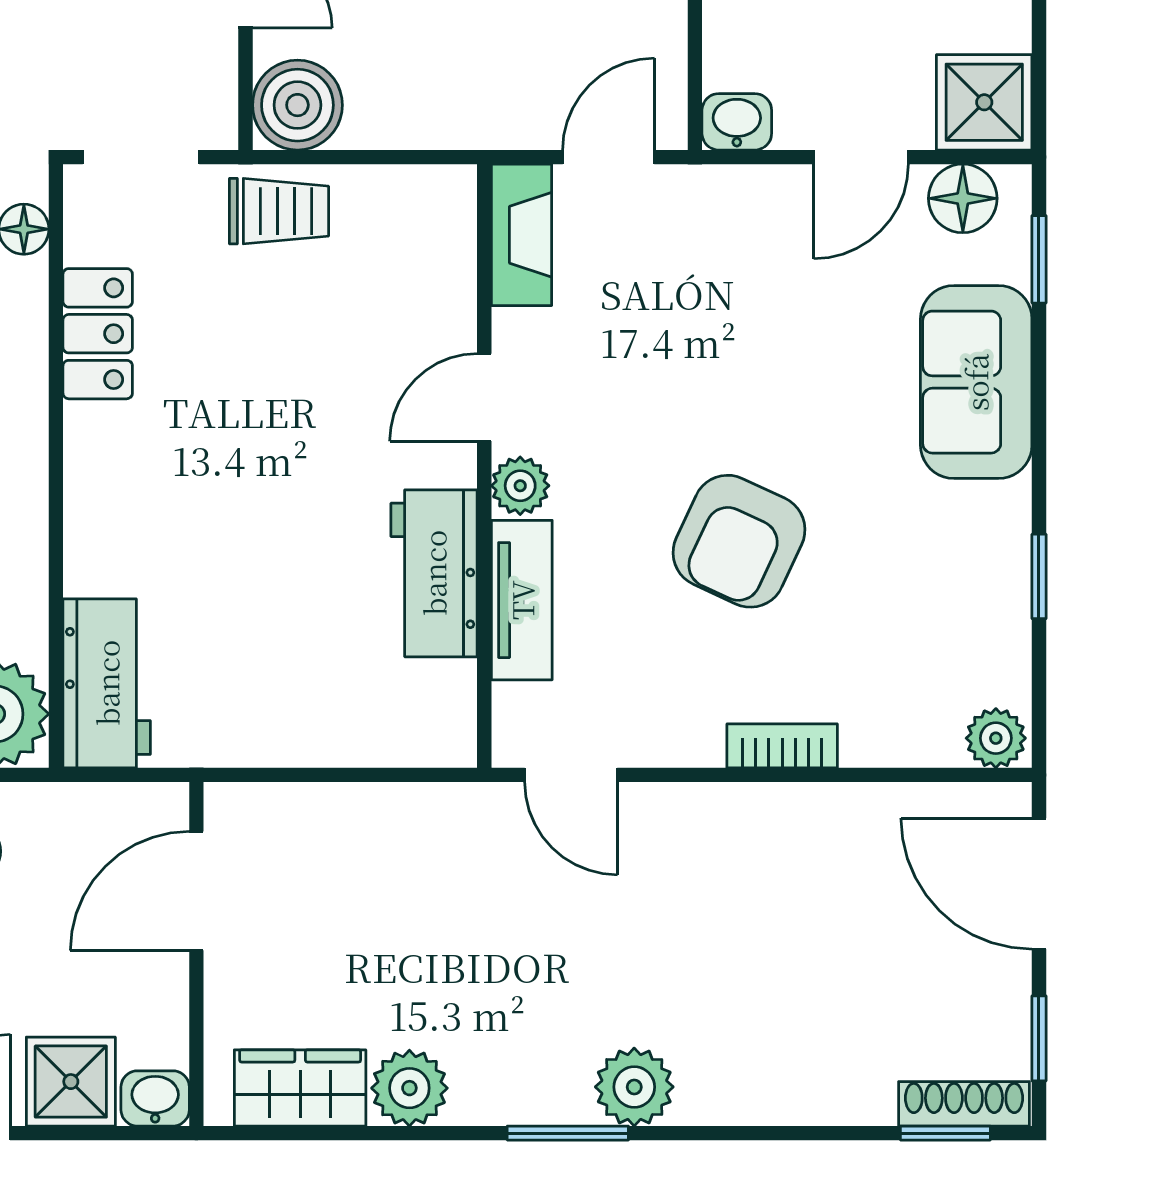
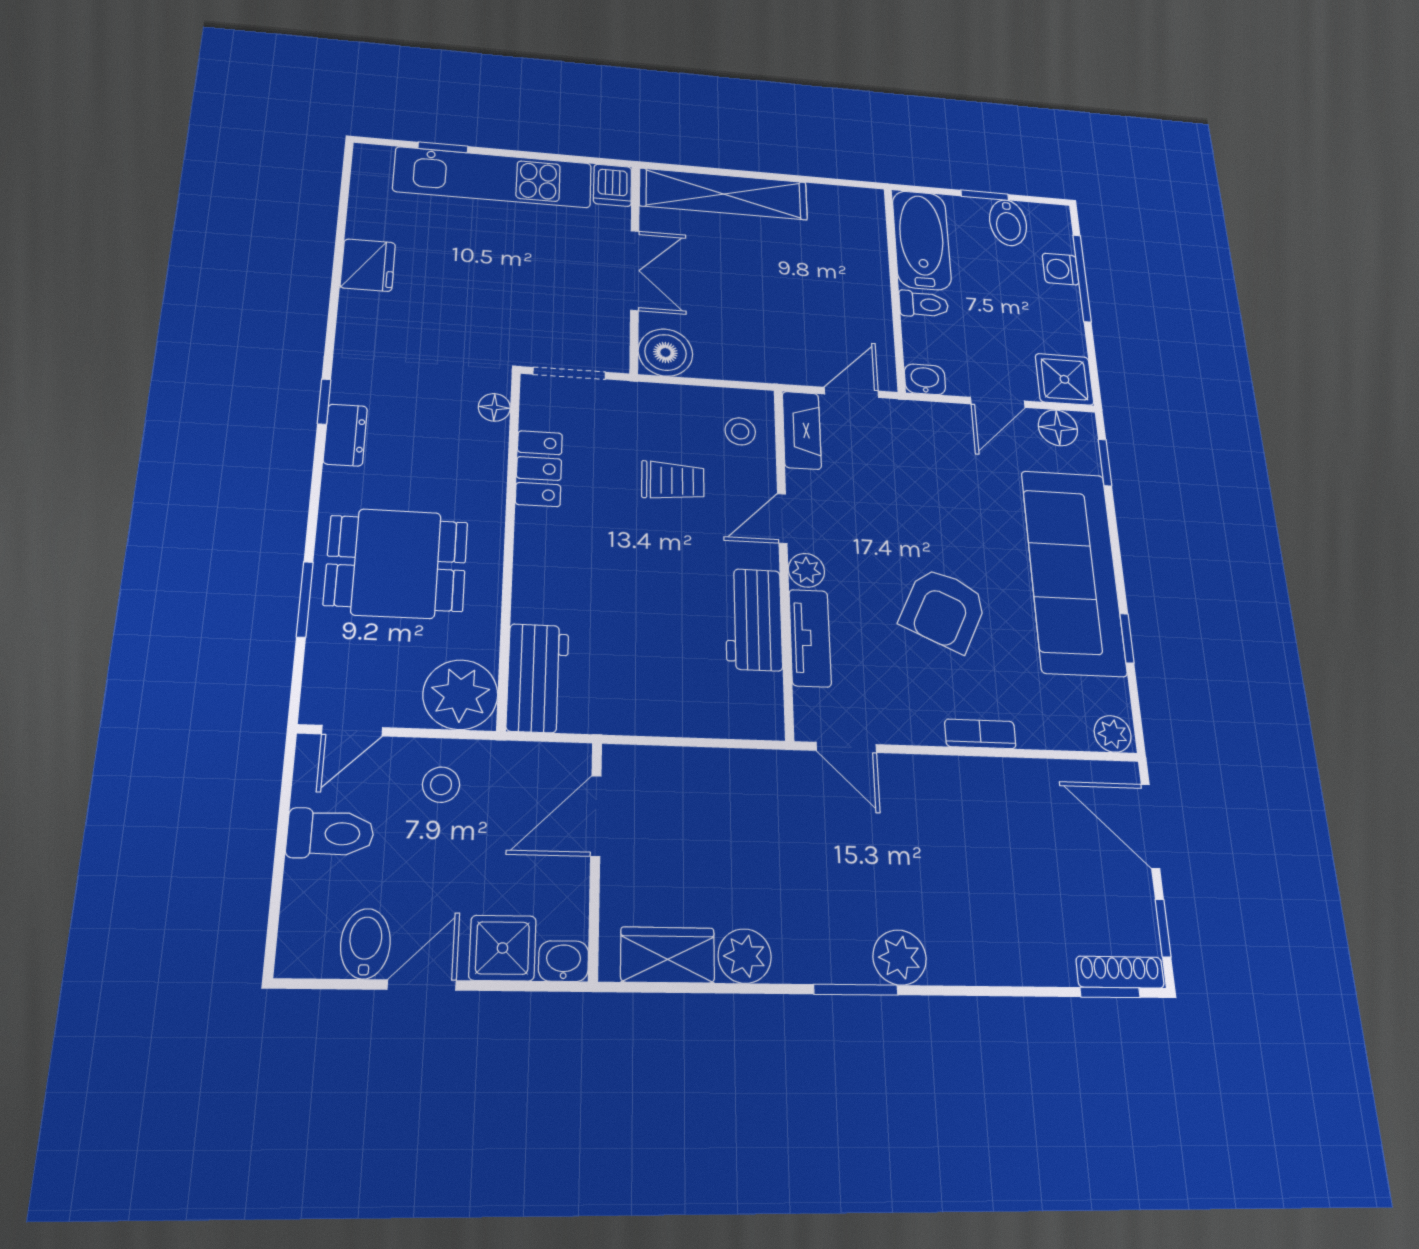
trolley: (279, 211) -> (673, 481), moved
stool: (419, 244) -> (740, 431), added
sofa: (976, 382) -> (1073, 572), width x1.85, depth x1.27

